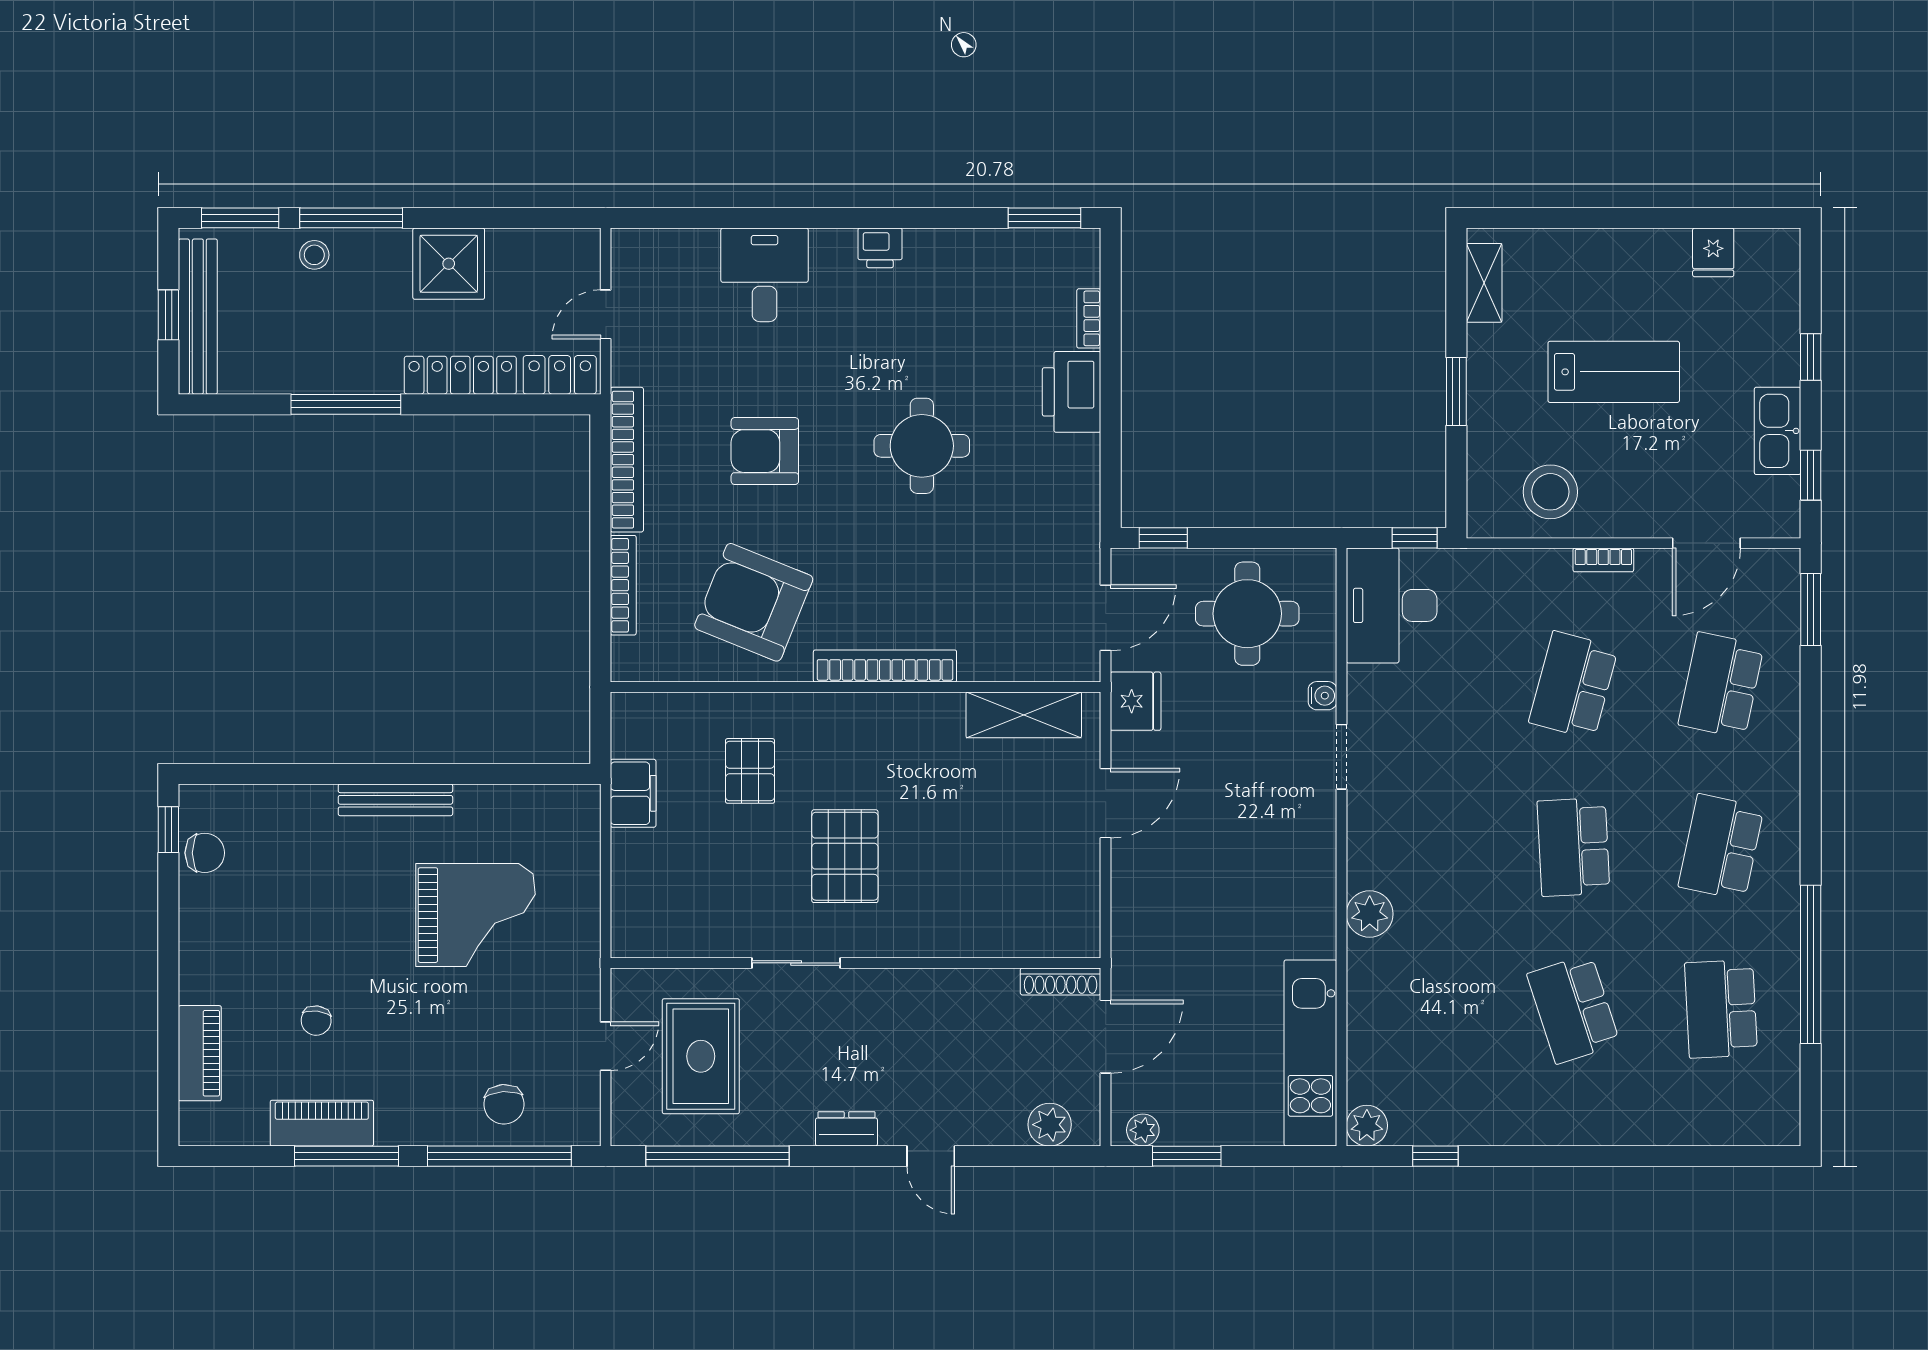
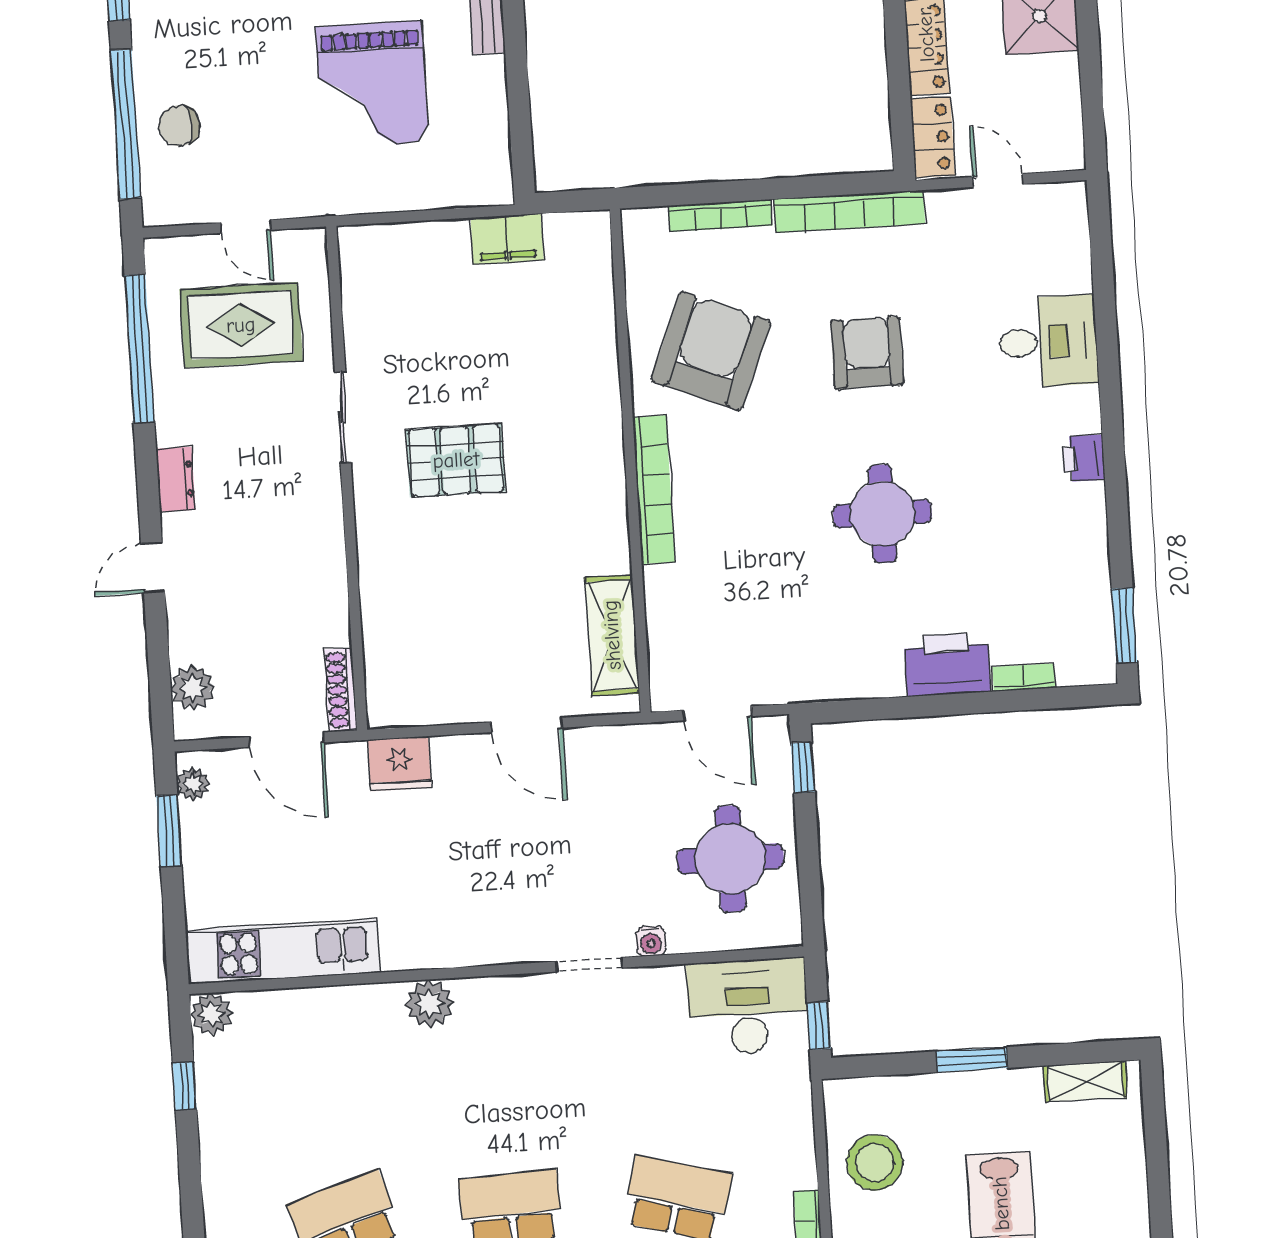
fridge: (1136, 701) -> (399, 764), moved
pallet: (750, 771) -> (537, 358), removed

